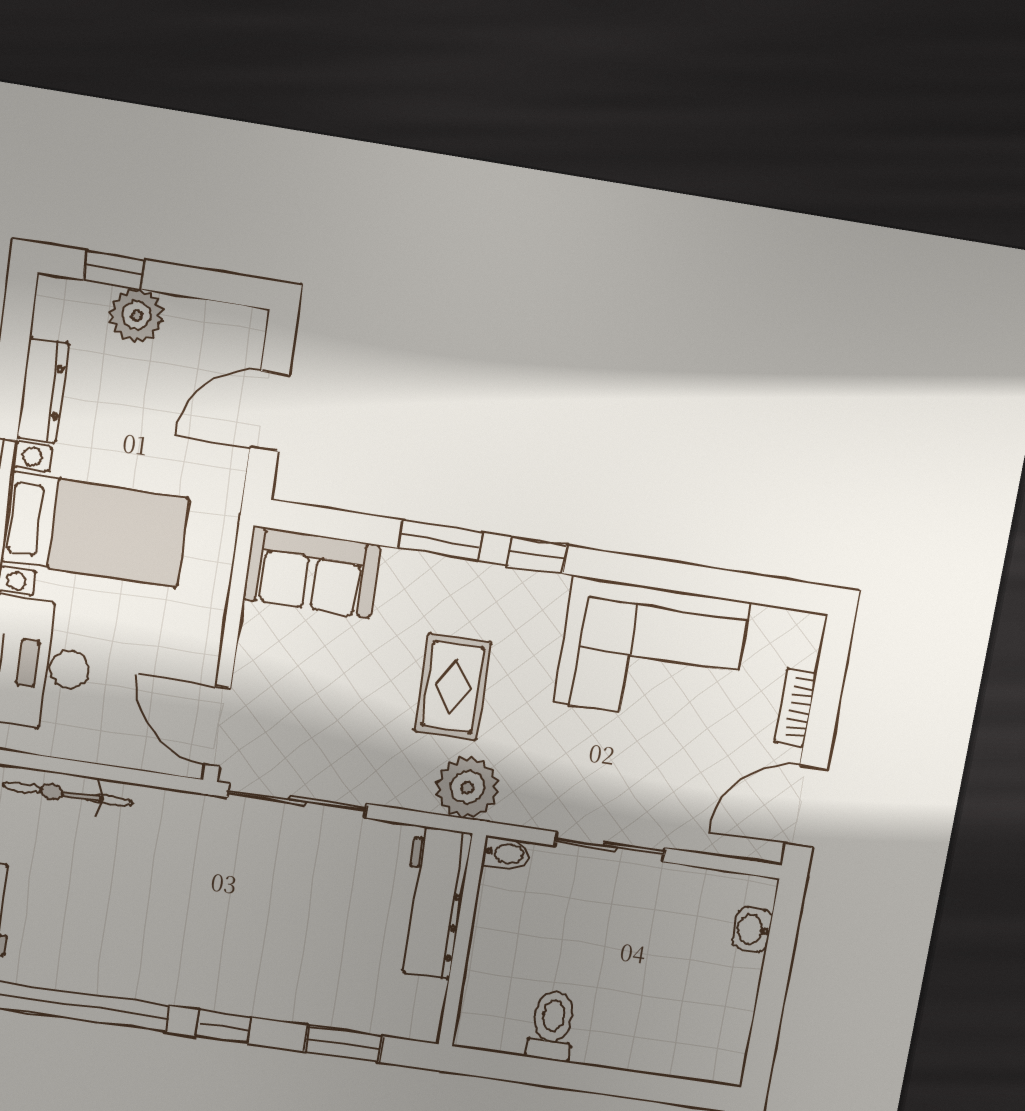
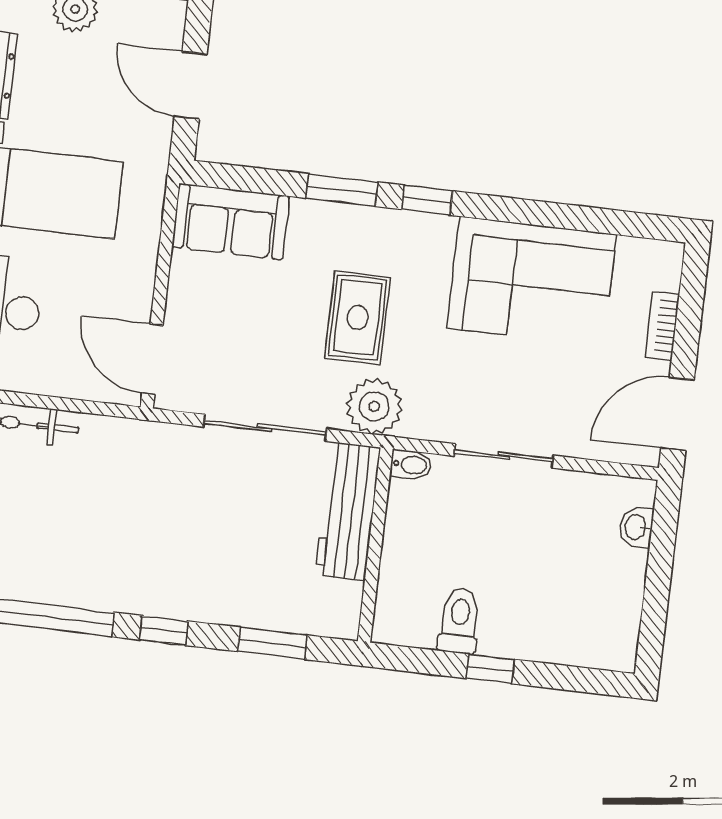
door: (269, 411) -> (191, 85), hinge flipped
sliding door: (297, 801) -> (265, 428), moved
window: (583, 1078) -> (490, 669), added

